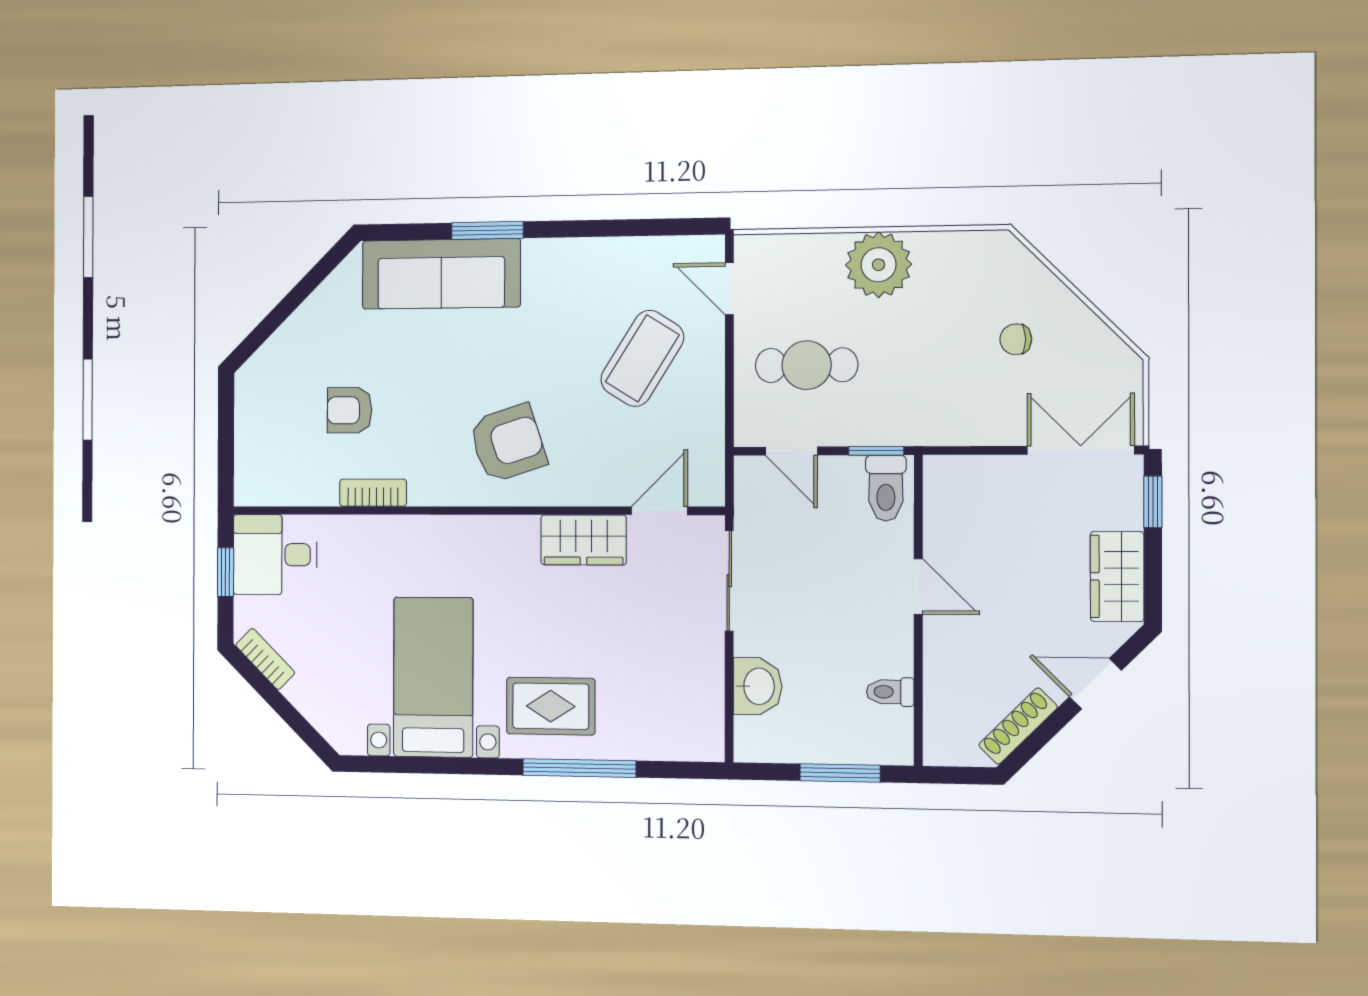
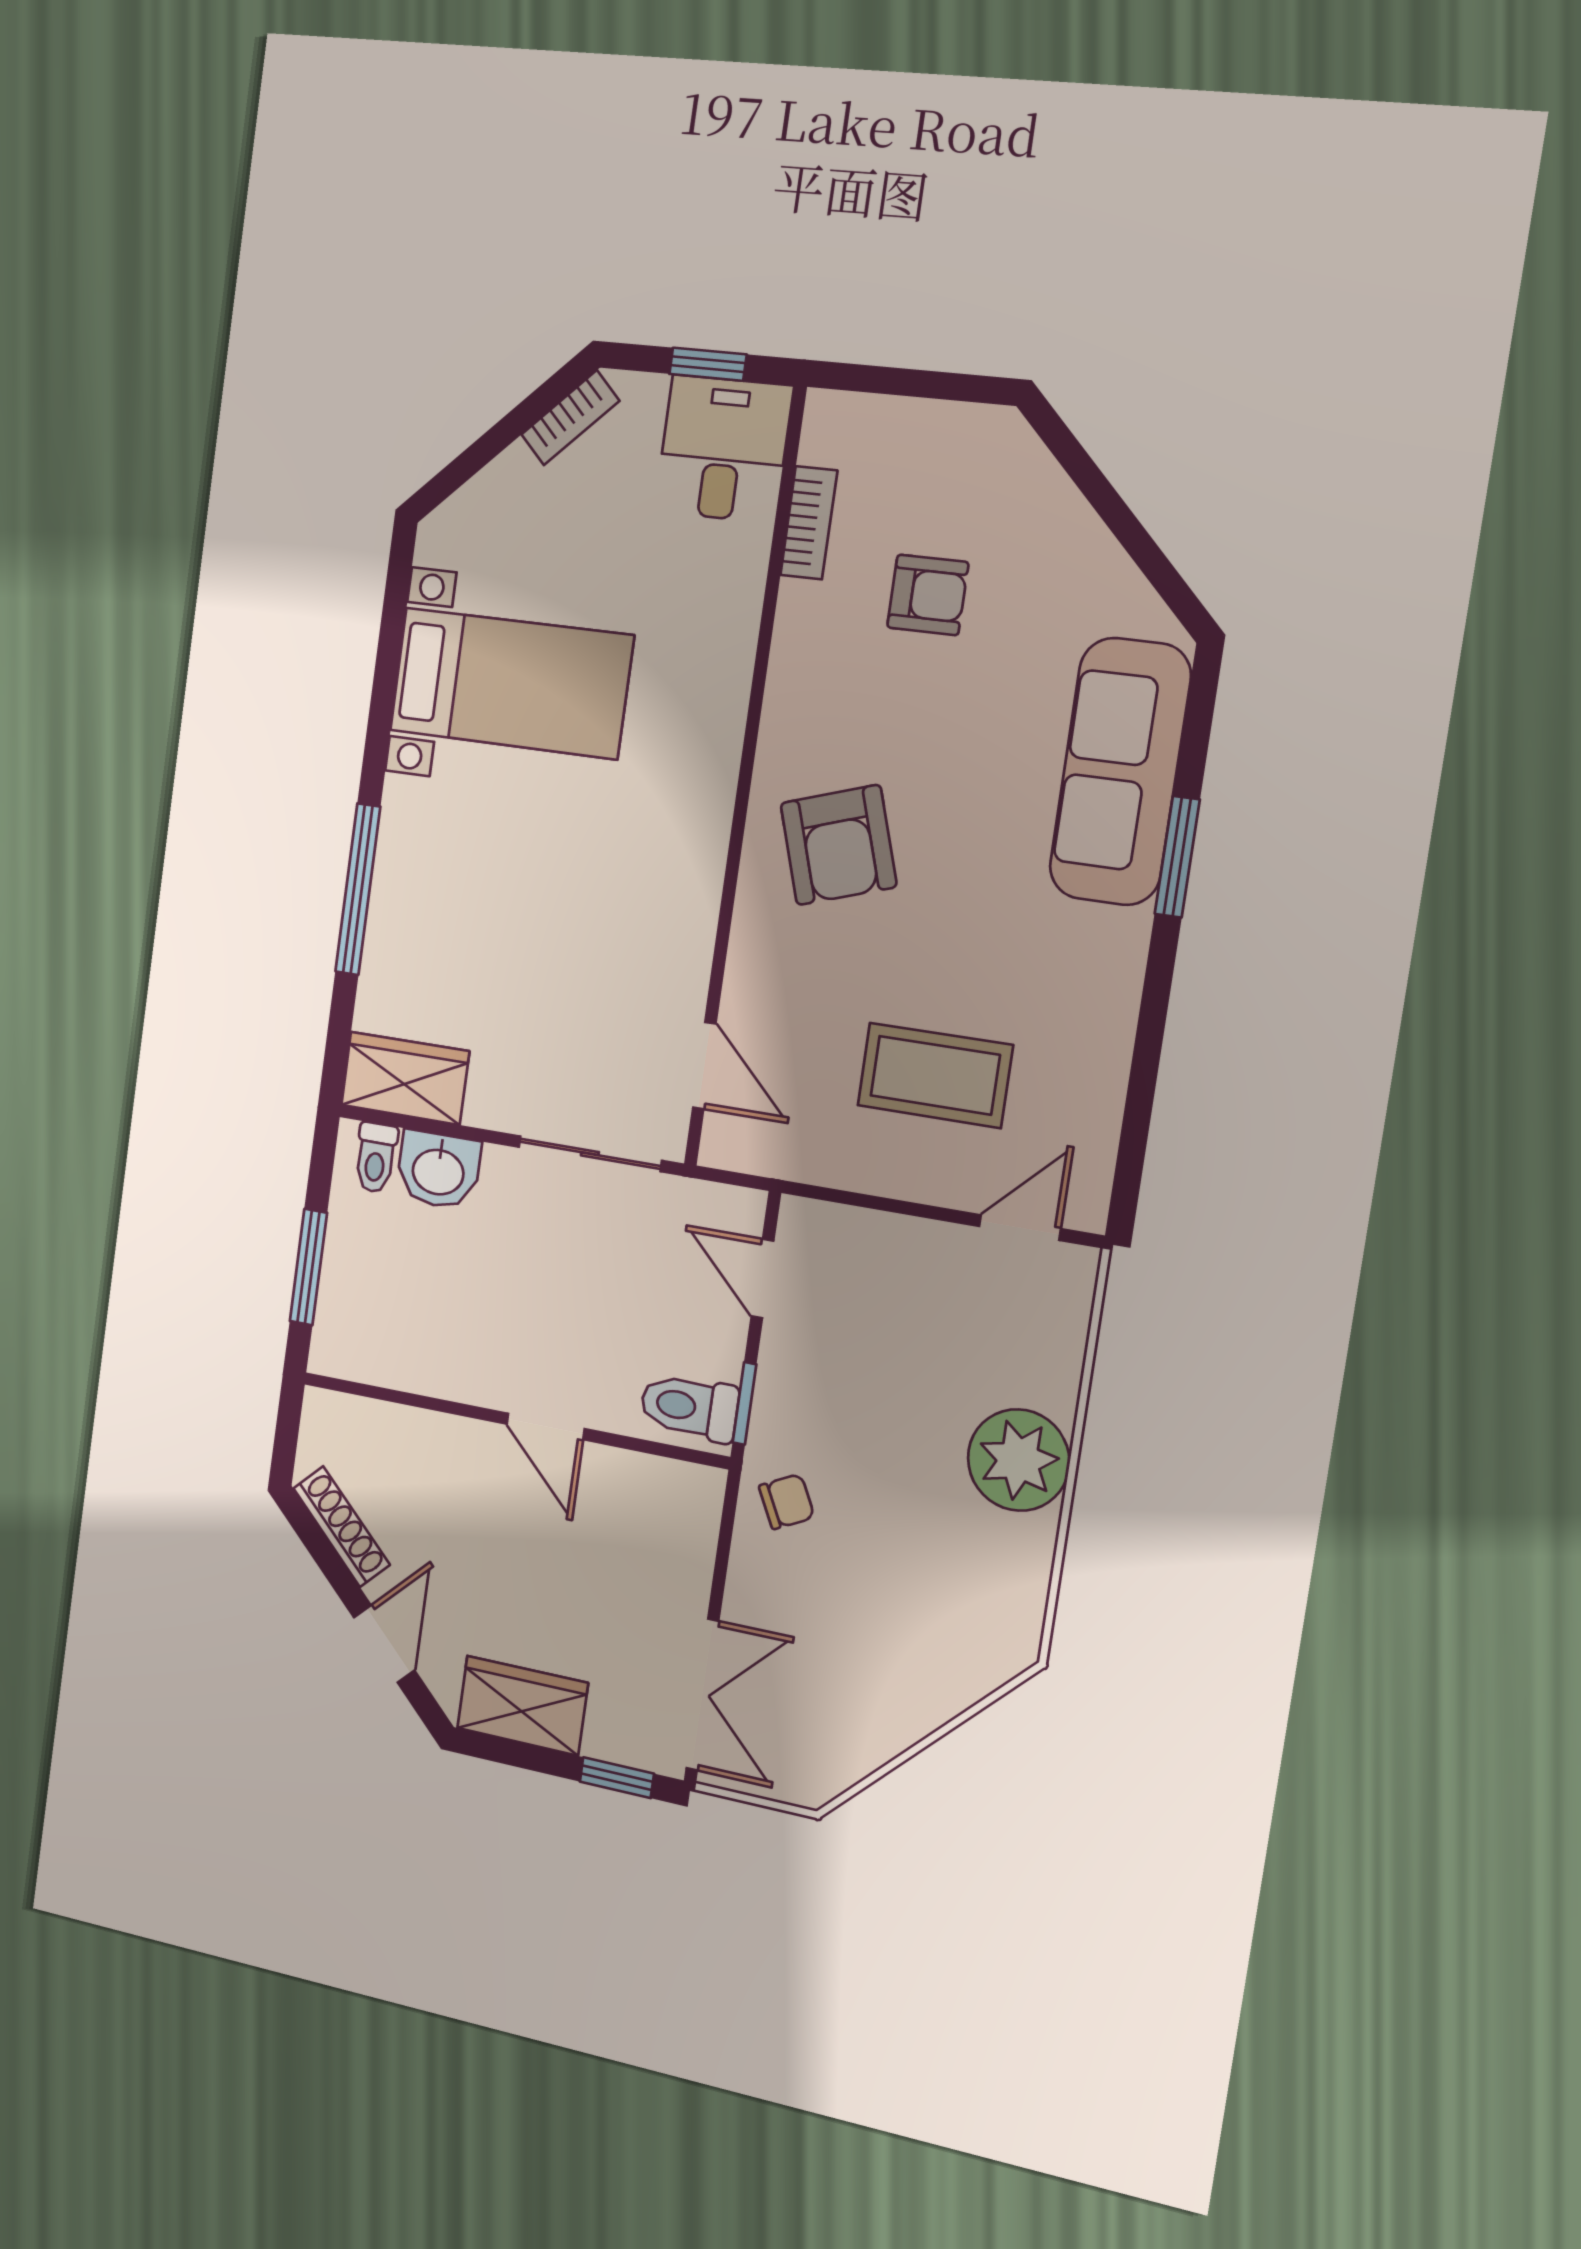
chair: (1016, 339) -> (787, 1502), moved, turned 63
coffee table: (642, 358) -> (935, 1075), turned -32
cafe table: (807, 365) -> (885, 1324), removed
armchair: (350, 410) -> (928, 595), turned 90
door: (791, 451) -> (763, 1279), hinge flipped
bookcase: (373, 493) -> (809, 523), moved
wardrobe: (584, 540) -> (405, 1078), moved, turned 90
door: (918, 586) -> (546, 1426), hinge flipped
toilet: (890, 692) -> (376, 1158), moved, turned 180
rug: (551, 706) -> (448, 859), removed

